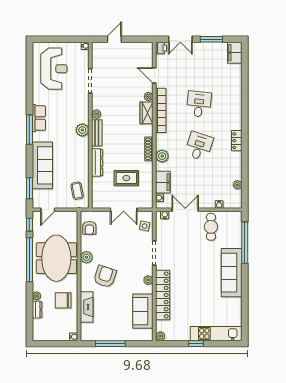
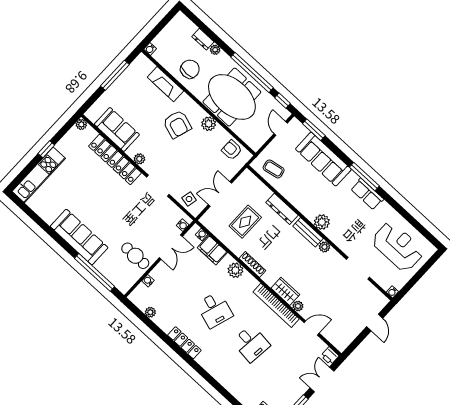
reception desk: (54, 69) -> (398, 247), turned 180
locker: (237, 141) -> (184, 343), width x1.53

